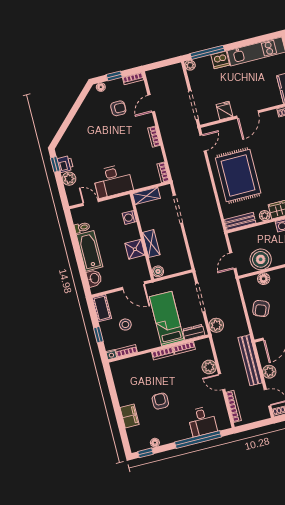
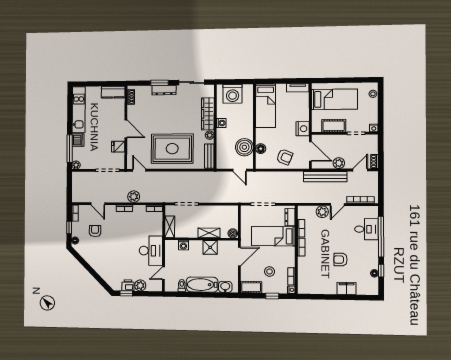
plant: (216, 325) -> (134, 197), moved
window: (145, 453) -> (381, 271), moved

